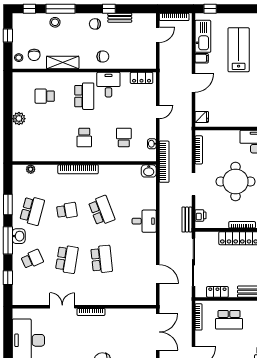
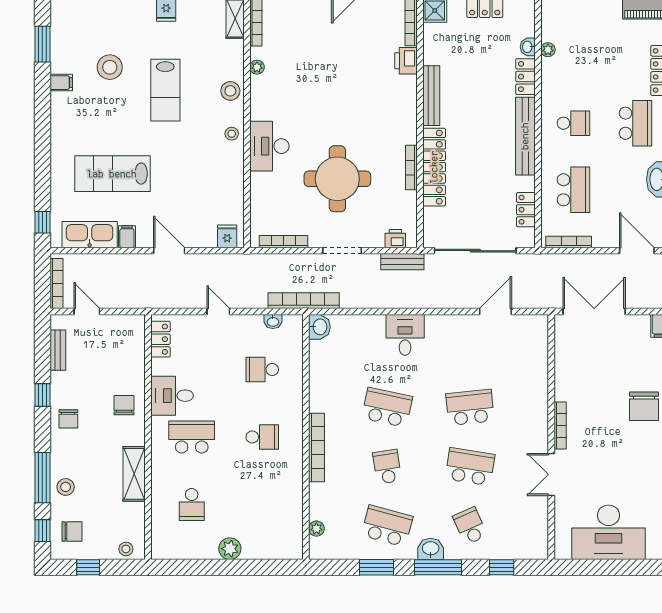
bench: (120, 18) -> (58, 350), moved
chair: (34, 55) -> (72, 532), moved
school desk: (102, 211) -> (387, 407), turned 33

